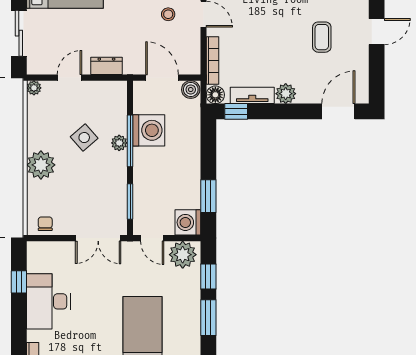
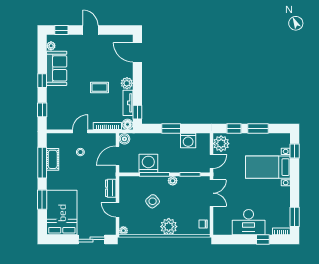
coffee table: (322, 37) -> (100, 88), moved
plant: (119, 143) -> (173, 181), moved
window: (208, 196) -> (171, 129), moved
washing machine: (188, 222) -> (188, 141), moved
window: (19, 282) -> (263, 239), moved

